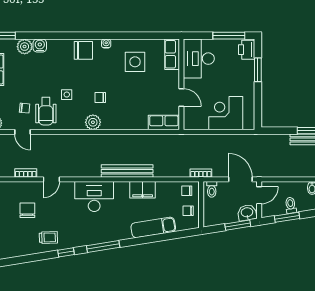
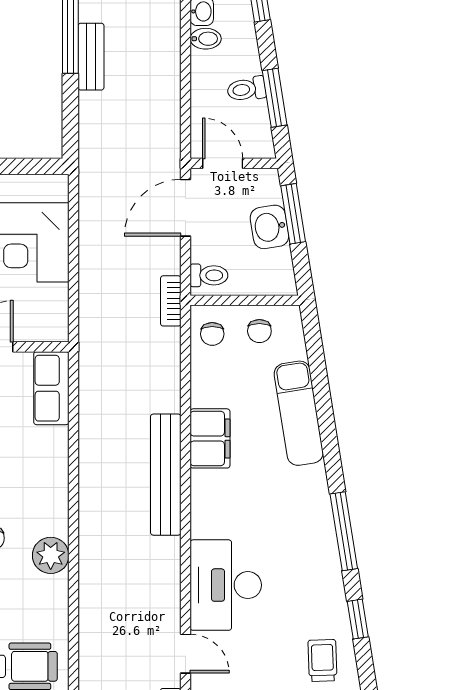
desk: (94, 197) -> (226, 585), moved
washbasin: (247, 213) -> (269, 227), moved

